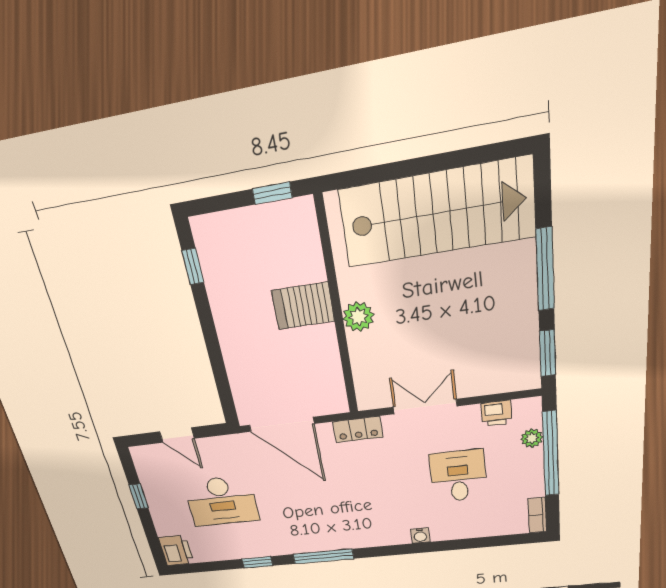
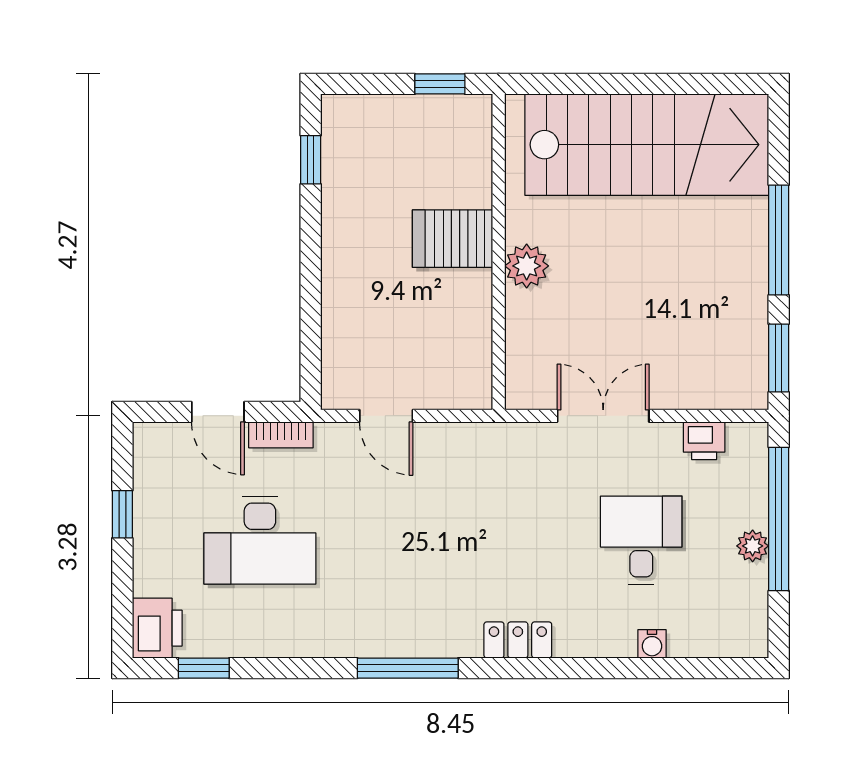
door: (282, 424) -> (386, 416), width x0.53
locker: (358, 429) -> (518, 640), moved, turned 180
plant: (532, 438) -> (753, 546), moved
bookcase: (537, 515) -> (281, 435), moved, turned -90
water cooler: (420, 536) -> (652, 644), moved
window: (257, 562) -> (204, 668), moved

